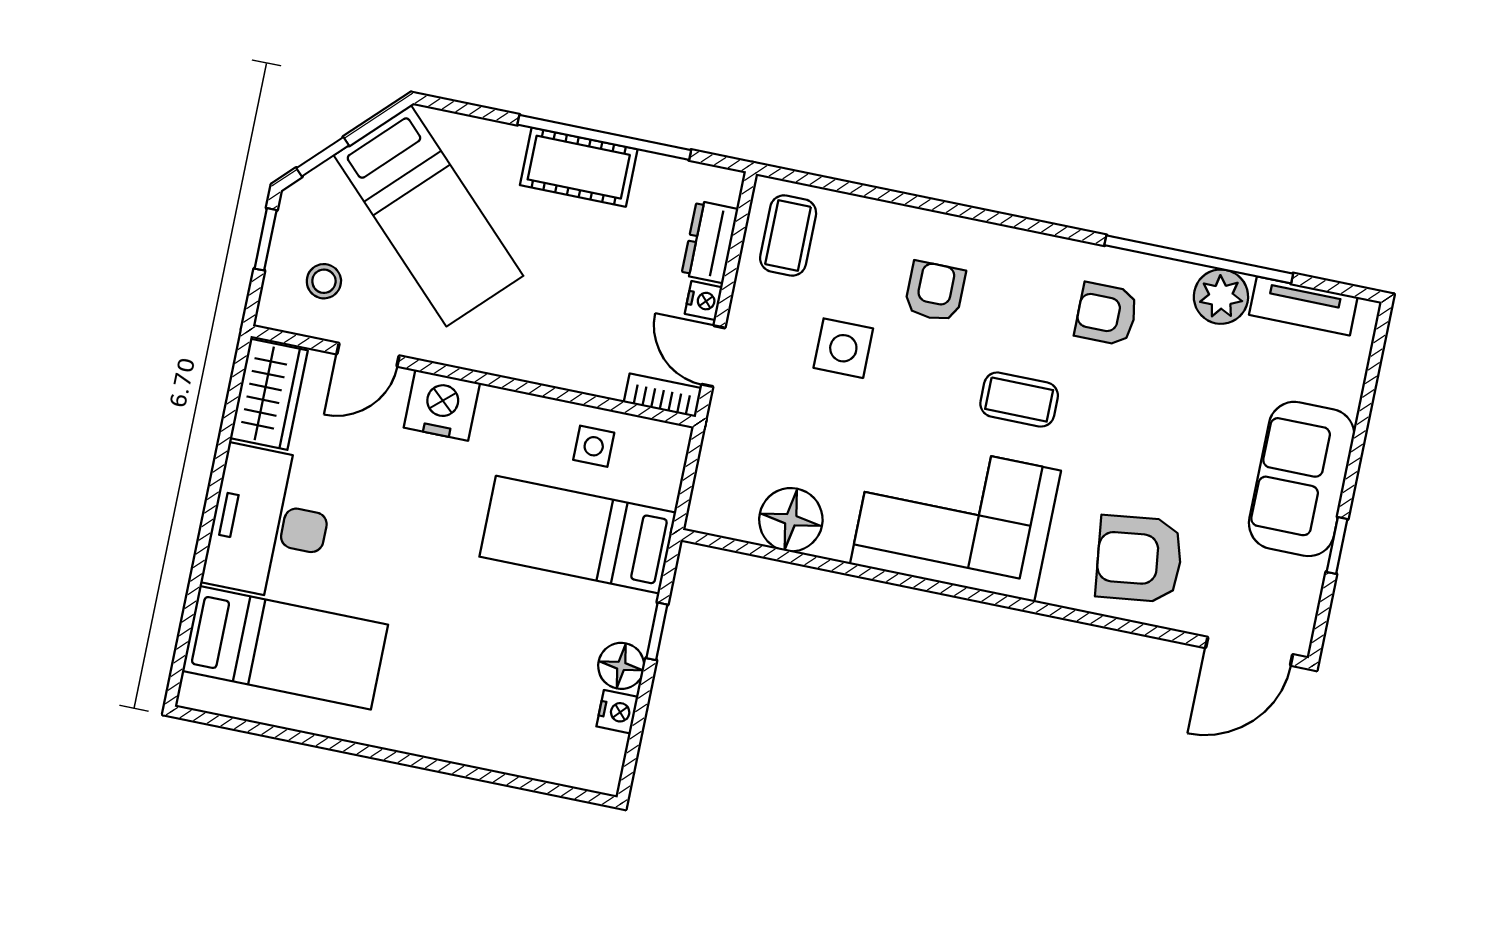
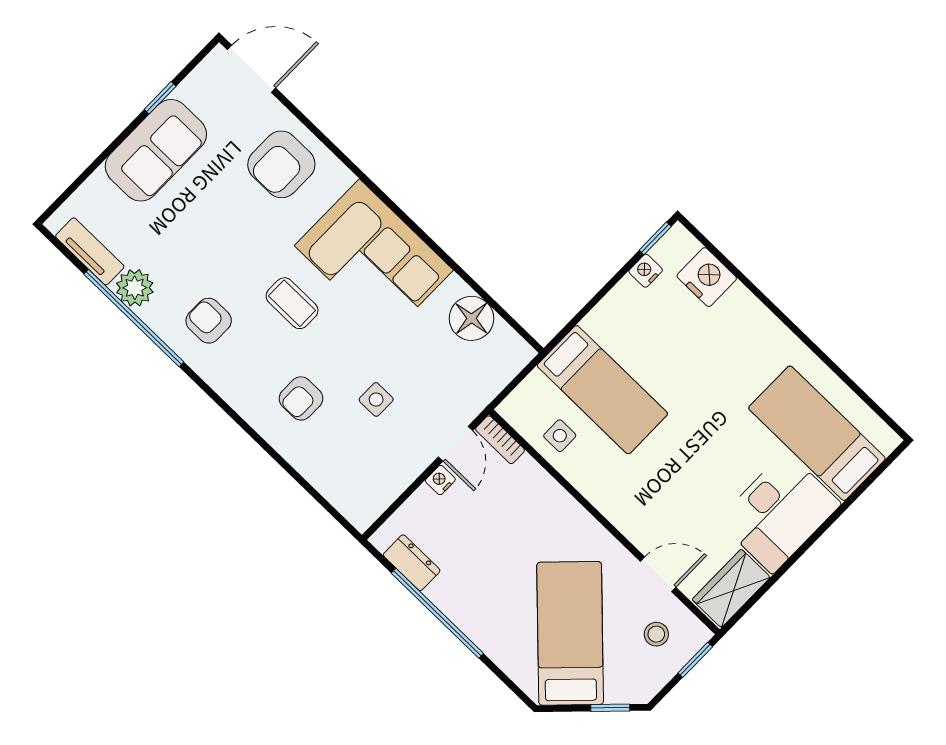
cot: (579, 167) -> (464, 605), removed
coffee table: (788, 235) -> (366, 487), removed
window: (266, 239) -> (695, 660), moved
dresser: (710, 242) -> (412, 563), moved, turned -90
armchair: (1106, 314) -> (209, 321), turned 180
side table: (843, 348) -> (376, 399), width x0.73, depth x0.73
nightstand: (442, 405) -> (707, 277), moved, turned 180
armchair: (1139, 559) -> (281, 164), turned 97
window: (657, 631) -> (655, 238), moved
floor lamp: (621, 666) -> (626, 296), removed

